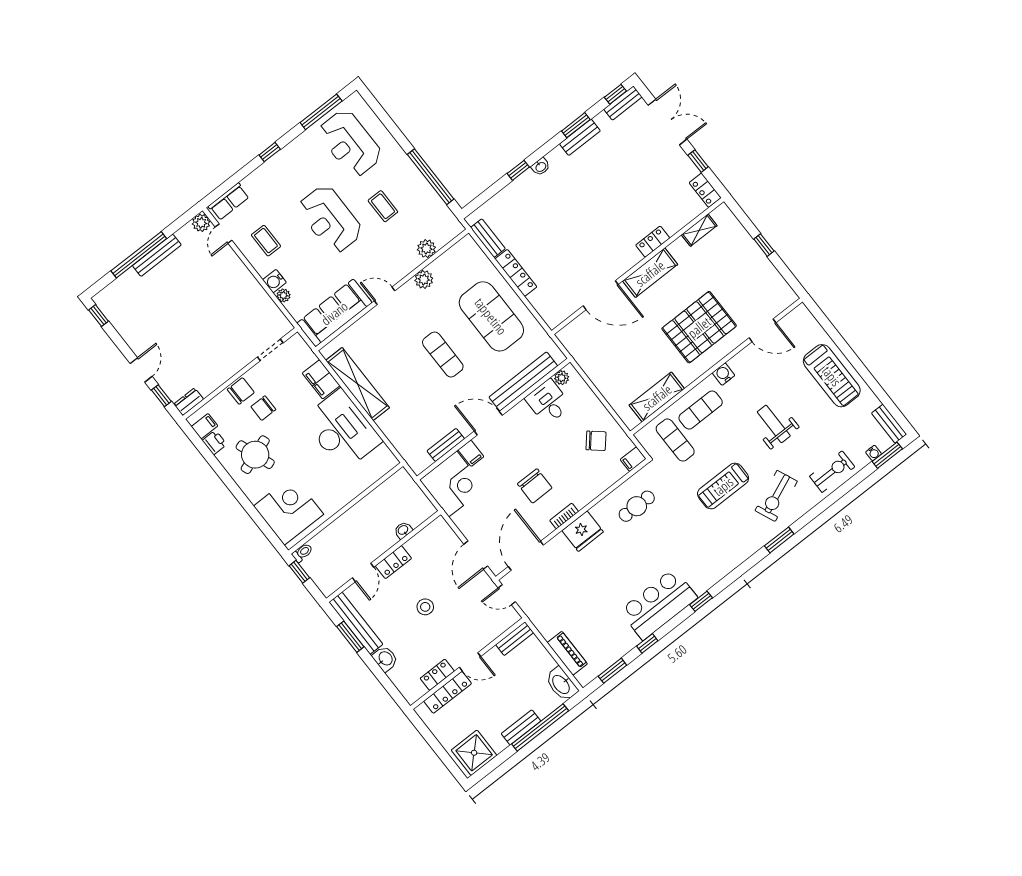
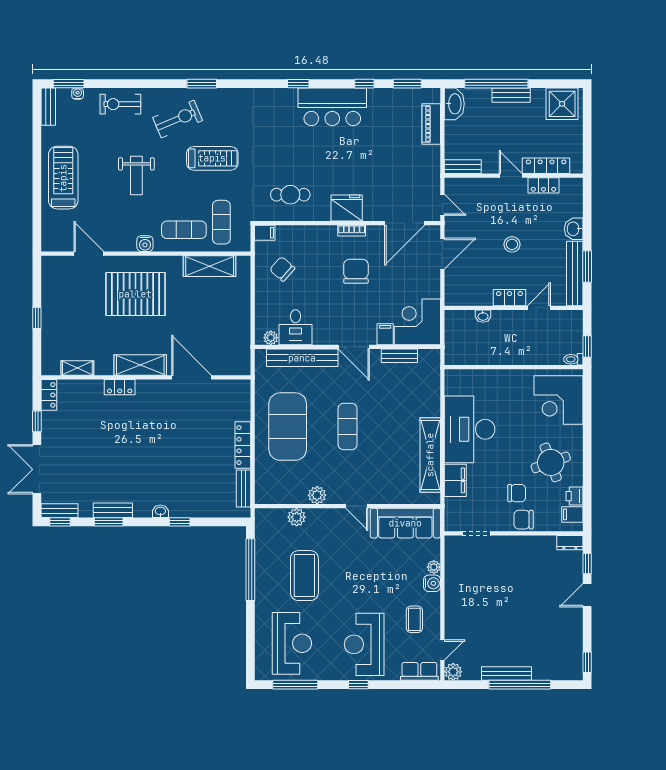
coffee table: (383, 206) -> (304, 576), width x1.86, depth x1.72
reception desk: (330, 219) -> (364, 644), moved, turned 180

